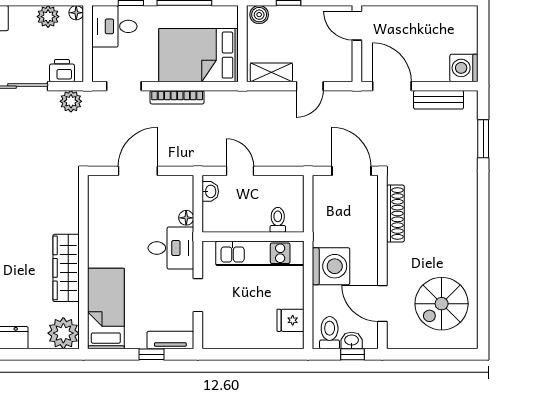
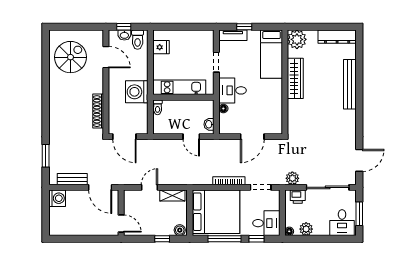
bed: (199, 55) -> (216, 212), width x1.36
toilet: (278, 220) -> (158, 107), moved
washing machine: (331, 266) -> (137, 92), moved

